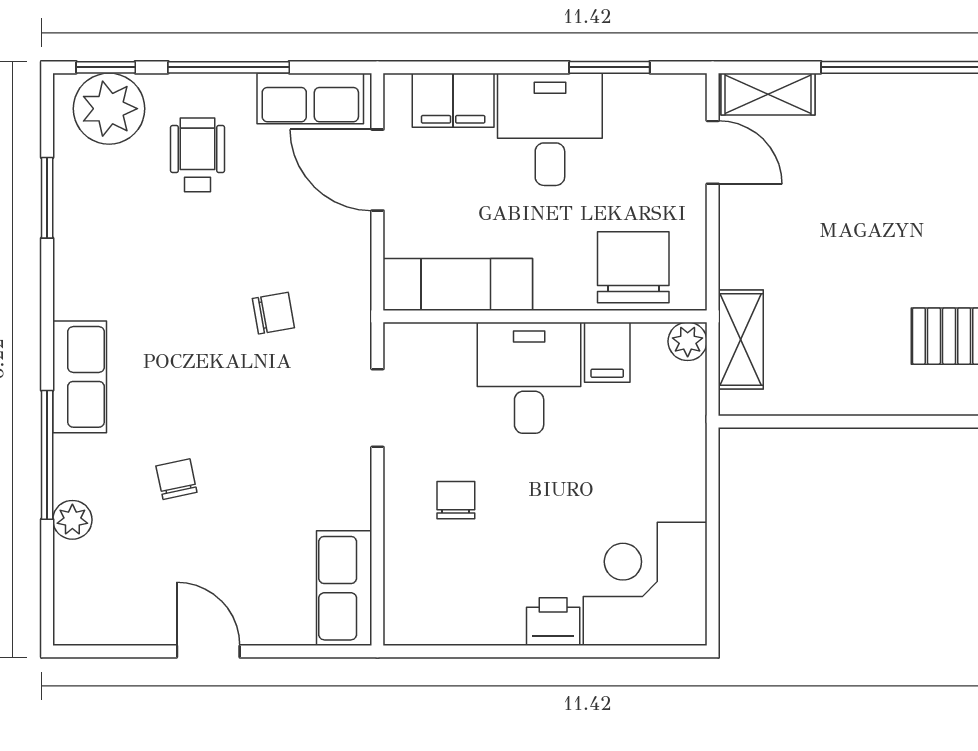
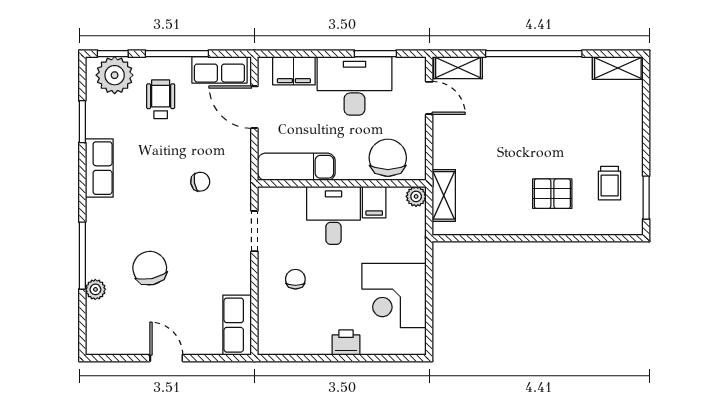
desk: (550, 129) -> (354, 86), width x1.37
row of seats: (80, 377) -> (99, 168), moved
chair: (176, 479) -> (150, 268), width x1.87, depth x1.87
corner desk: (645, 584) -> (394, 295), moved, turned -90

